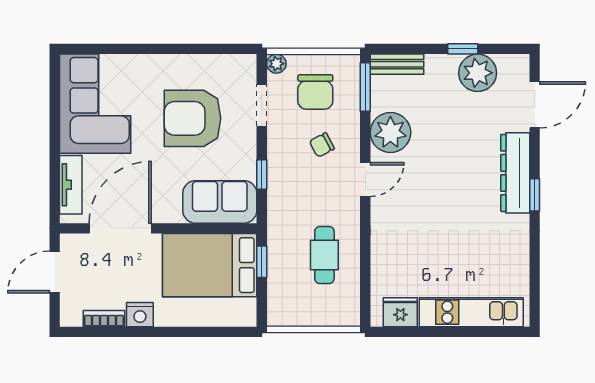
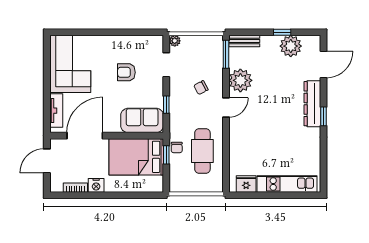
chair: (315, 92) -> (177, 148), moved, width x0.54, depth x0.54
armchair: (192, 118) -> (126, 72), width x0.53, depth x0.53
cafe table: (324, 255) -> (202, 151), width x1.37, depth x1.35

